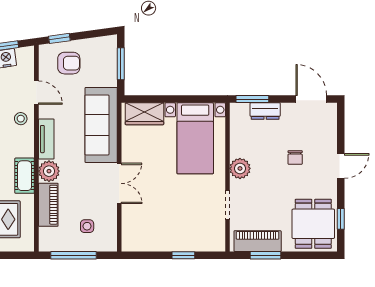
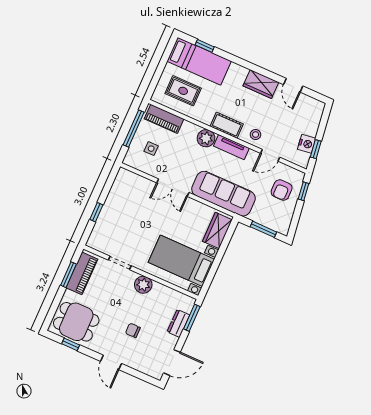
cot: (25, 176) -> (227, 125), moved
piano: (48, 205) -> (164, 119), moved

